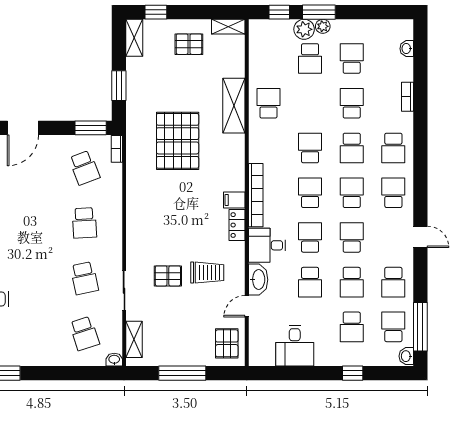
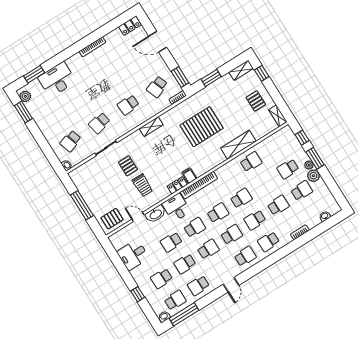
plant: (304, 29) -> (313, 176), moved
shelving: (134, 339) -> (151, 127), moved

